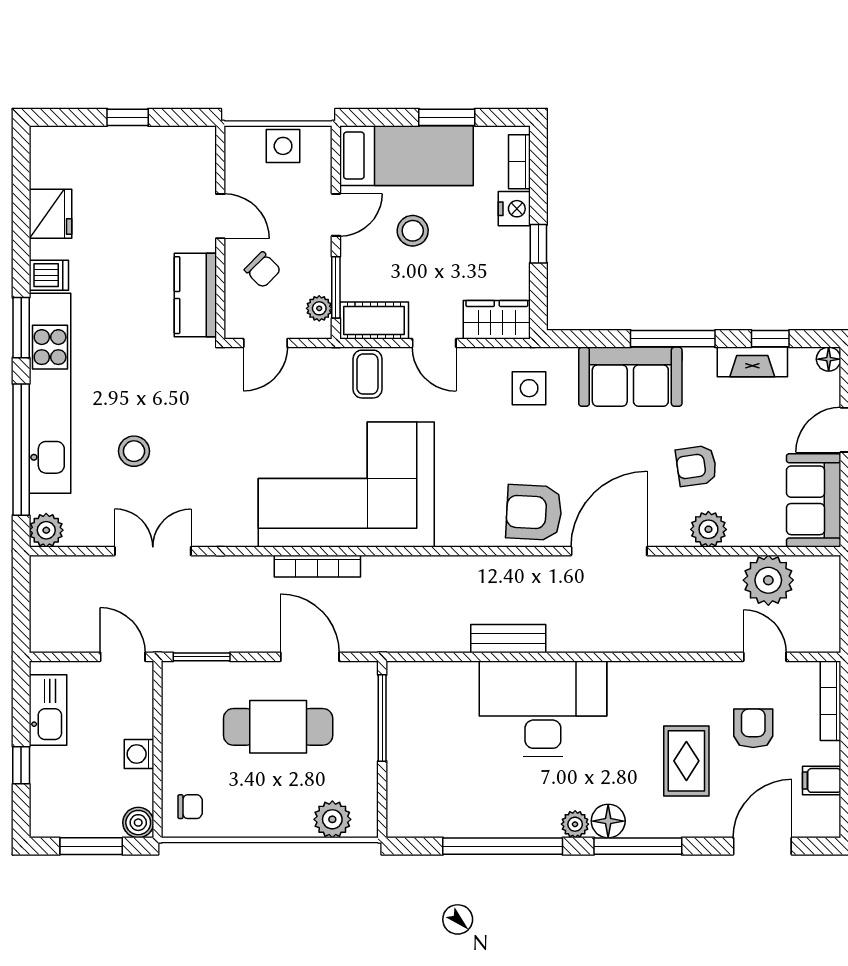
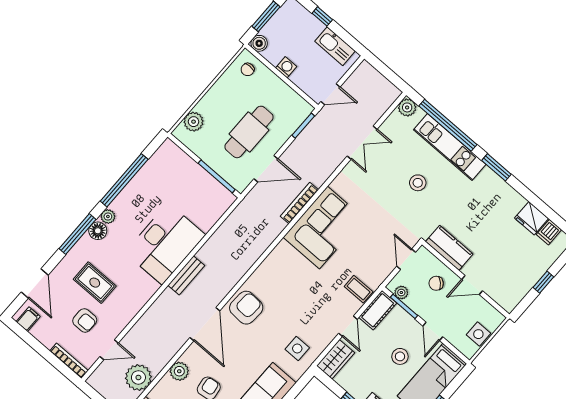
dishwasher: (49, 275) -> (549, 232), moved
door: (434, 343) -> (348, 326), swing flipped
kitchen unit: (50, 393) -> (450, 147), width x0.73
stool: (134, 451) -> (418, 183), moved
corner sofa: (346, 485) -> (323, 228), width x0.73, depth x0.74
bench: (508, 639) -> (186, 275), moved
filing cabinet: (822, 780) -> (28, 319), moved

